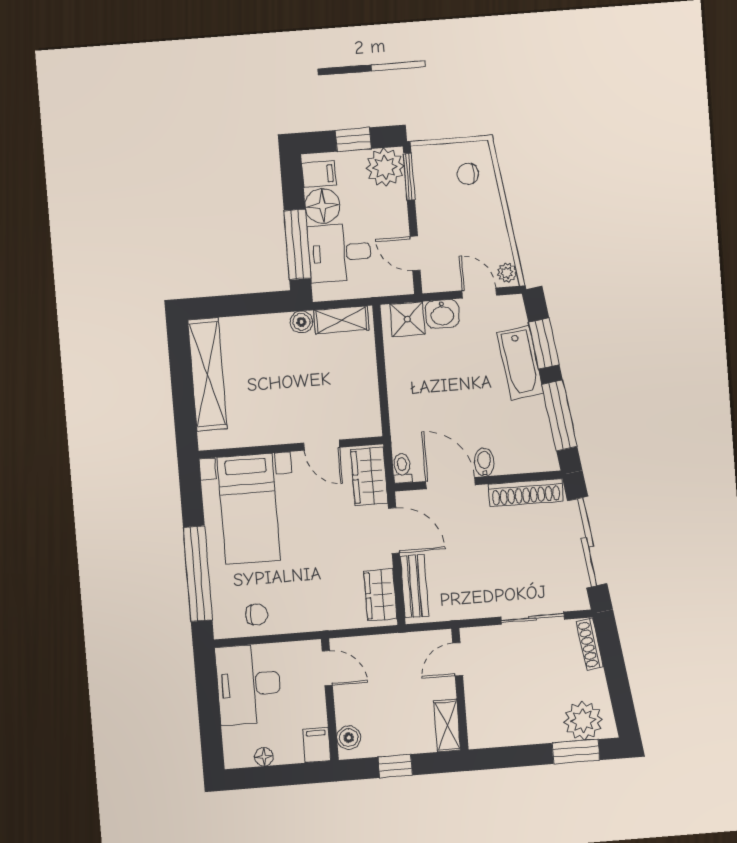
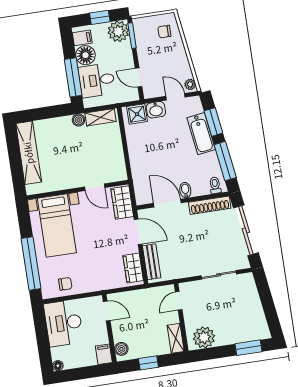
toilet: (402, 468) -> (215, 185), moved
shoe rack: (590, 644) -> (252, 287), removed
plant: (583, 721) -> (204, 337), moved
floor lamp: (264, 757) -> (58, 366), moved

